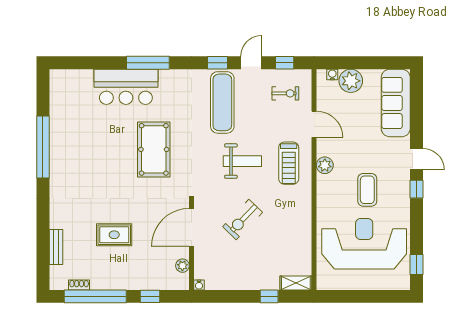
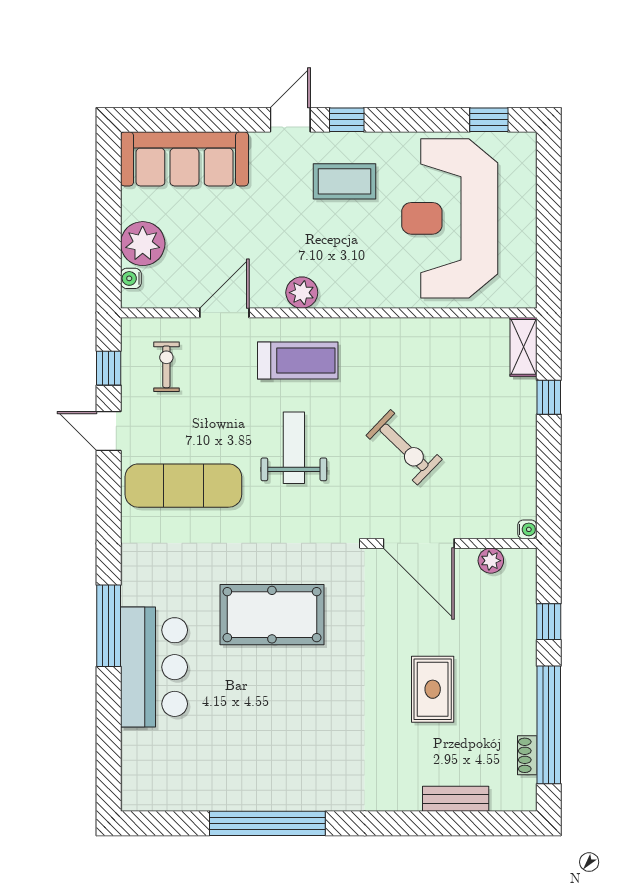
window: (217, 63) -> (109, 495), removed
coffee table: (367, 190) -> (344, 181), moved

